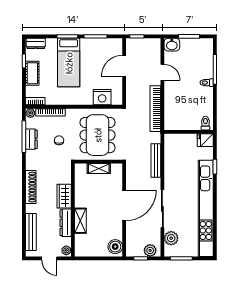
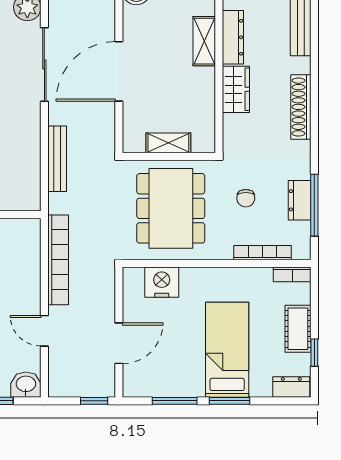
plant: (30, 113) -> (302, 251), removed

